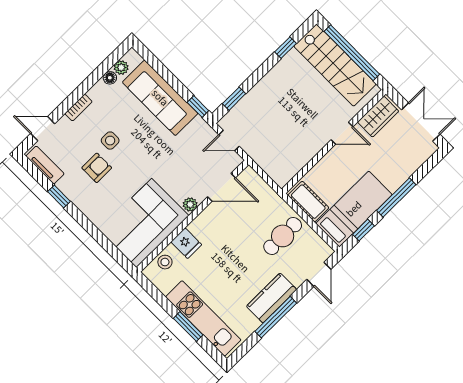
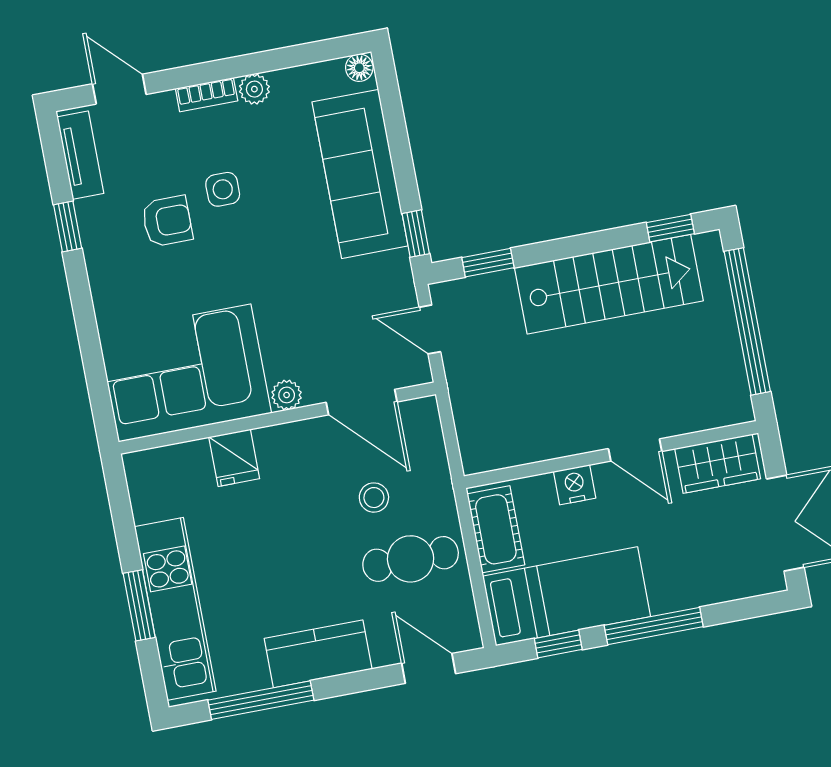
window: (286, 48) -> (670, 228), moved
stairs: (335, 65) -> (609, 284), moved, turned -90
plant: (121, 68) -> (254, 89), moved
floor lamp: (110, 78) -> (359, 68), moved
nightstand: (327, 163) -> (575, 485), added
stool: (165, 262) -> (374, 498), moved
door: (319, 274) -> (429, 668), swing flipped
window: (276, 317) -> (261, 700), moved

